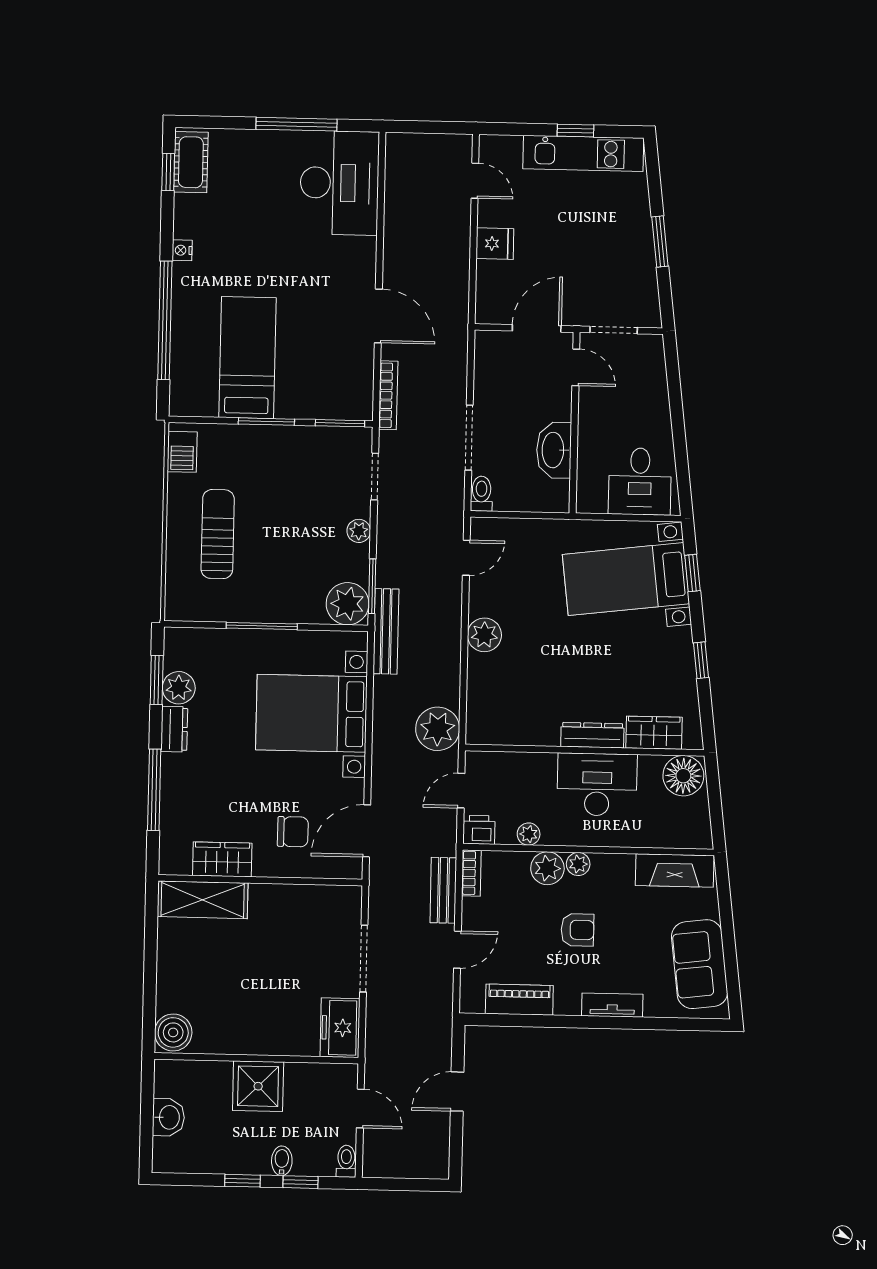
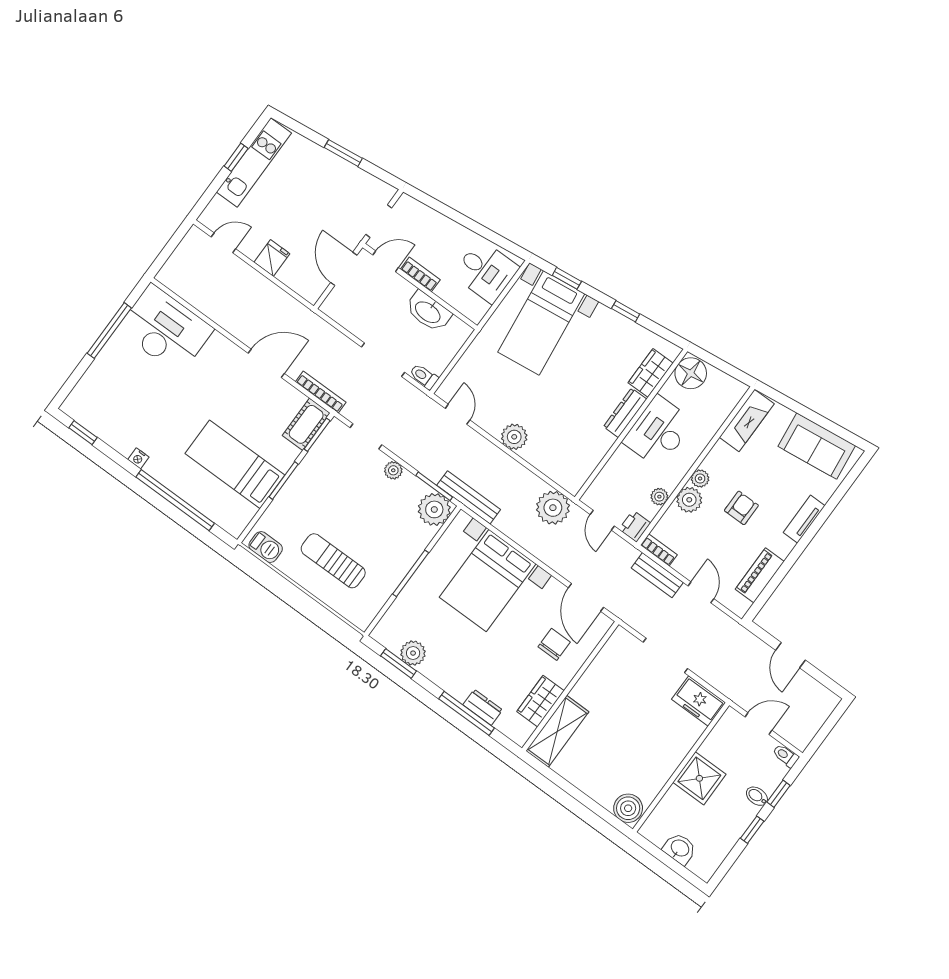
cot: (191, 162) -> (306, 424), moved, turned 90
bookcase: (588, 414) -> (420, 274), added
dresser: (174, 729) -> (483, 707), moved

